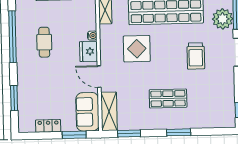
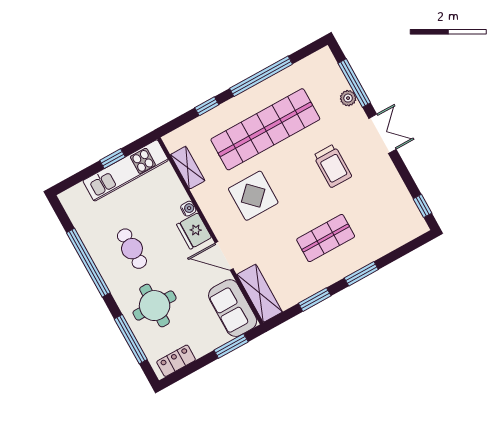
plant: (223, 19) -> (348, 98), width x0.53, depth x0.53
round table: (40, 85) -> (155, 306), added
window: (14, 98) -> (131, 339), width x1.44
locker: (48, 126) -> (176, 361), moved
window: (129, 134) -> (315, 300), moved

